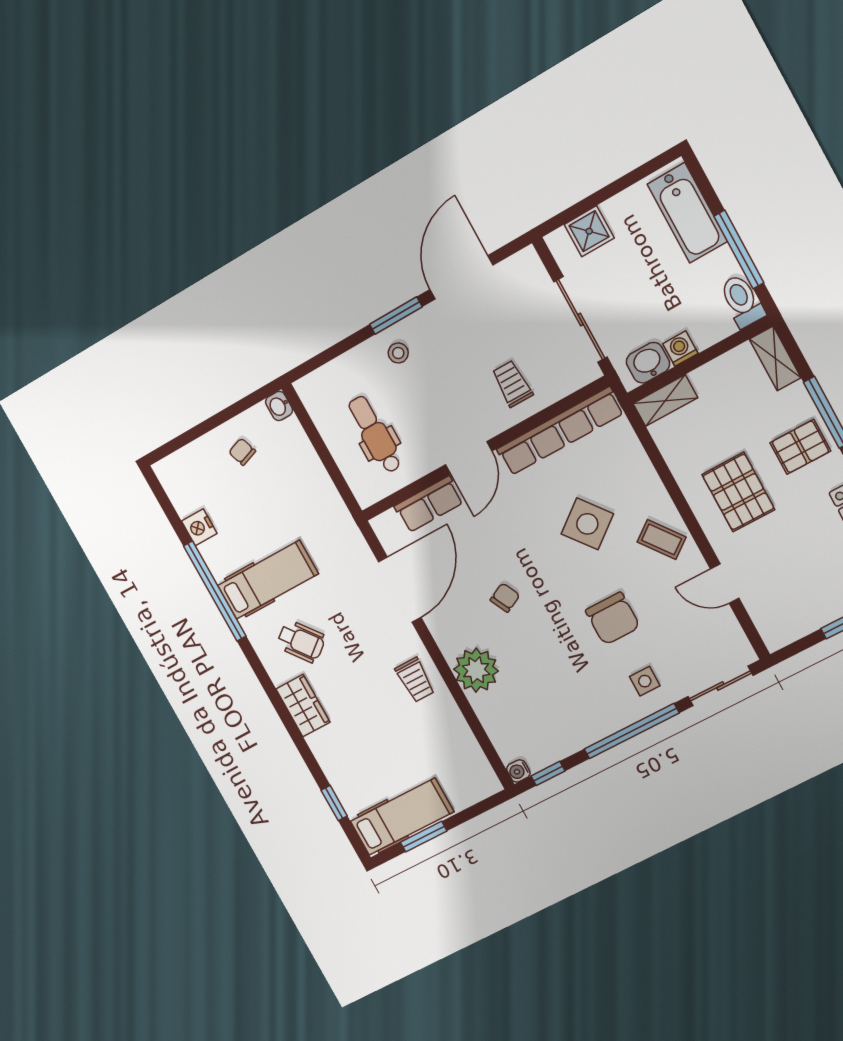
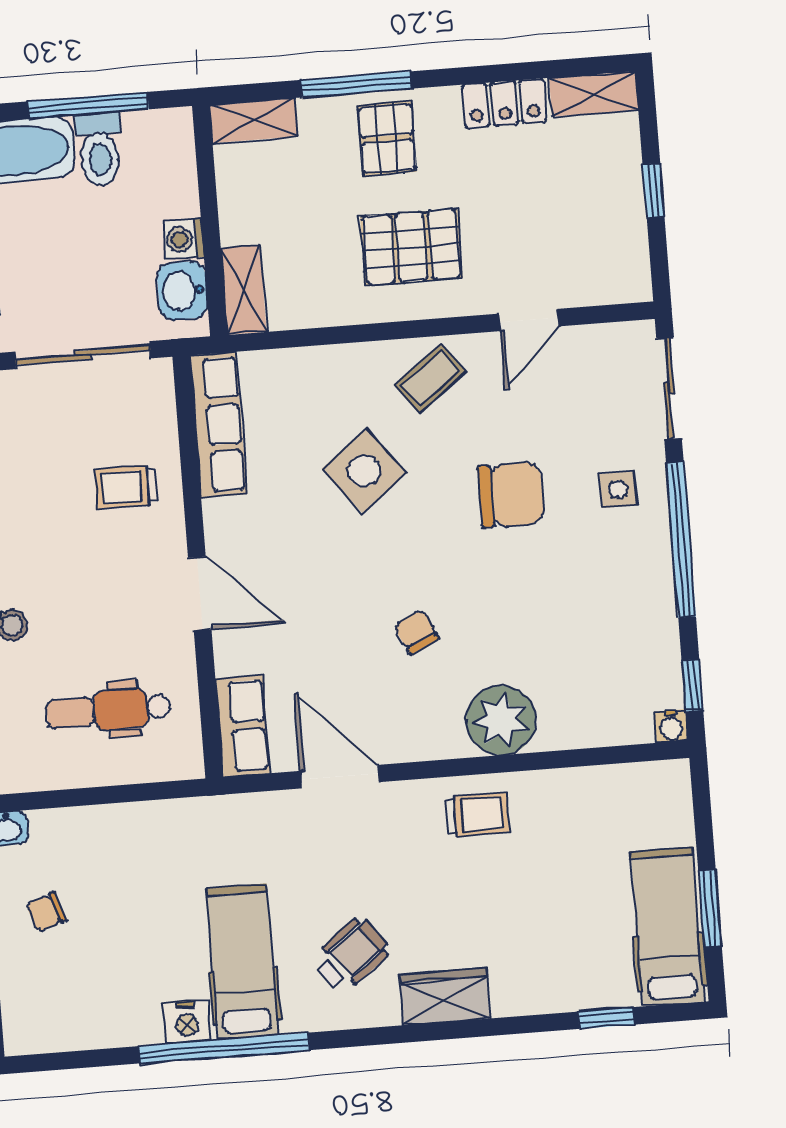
toilet: (742, 301) -> (99, 149), moved, turned -90
row of seats: (560, 431) -> (218, 425), width x0.73
row of seats: (429, 504) -> (243, 726), moved
nightstand: (199, 527) -> (187, 1022), moved
door: (400, 590) -> (340, 777), width x0.73

